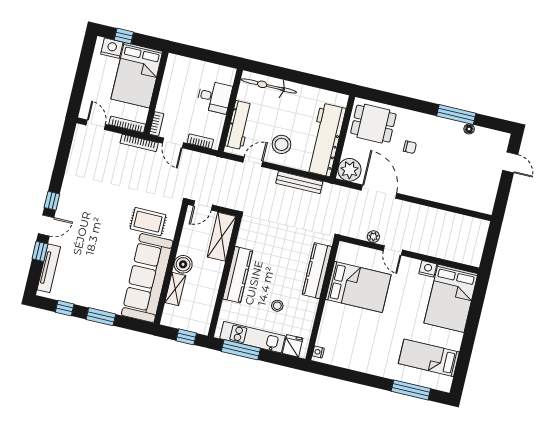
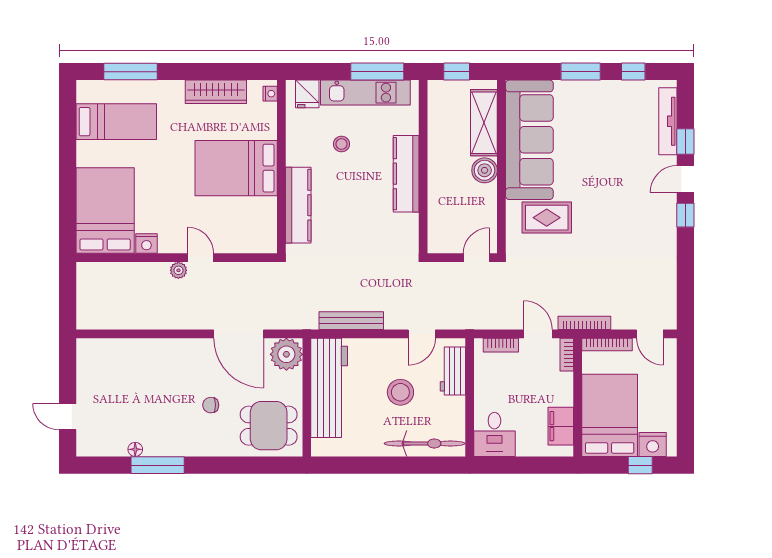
filing cabinet: (172, 76) -> (561, 426), added
desk: (214, 97) -> (494, 434), moved, turned -90
workbench: (239, 125) -> (453, 371), width x0.73
stool: (281, 144) -> (400, 392), moved
shelving: (222, 237) -> (440, 221), removed
plant: (373, 237) -> (178, 270), moved
bed: (358, 287) -> (236, 168), moved
shelving: (175, 289) -> (484, 123), width x1.50, depth x1.33
wardrobe: (355, 362) -> (216, 92), added

